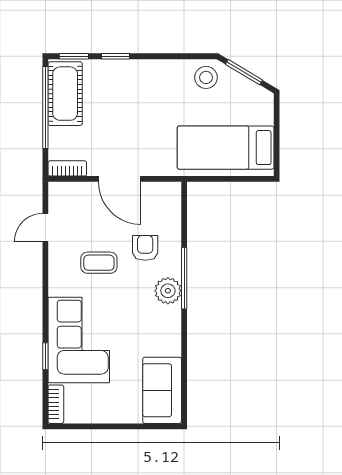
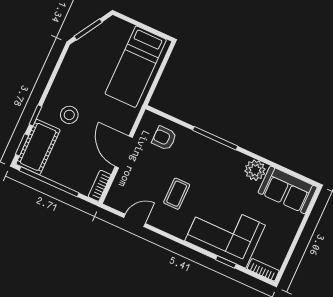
stool: (206, 77) -> (69, 115), moved
cot: (65, 94) -> (38, 147), moved, turned 90
door: (120, 179) -> (124, 152), swing flipped
door: (45, 228) -> (135, 220), swing flipped
armchair: (145, 248) -> (164, 138), moved
plant: (168, 291) -> (255, 170), moved

